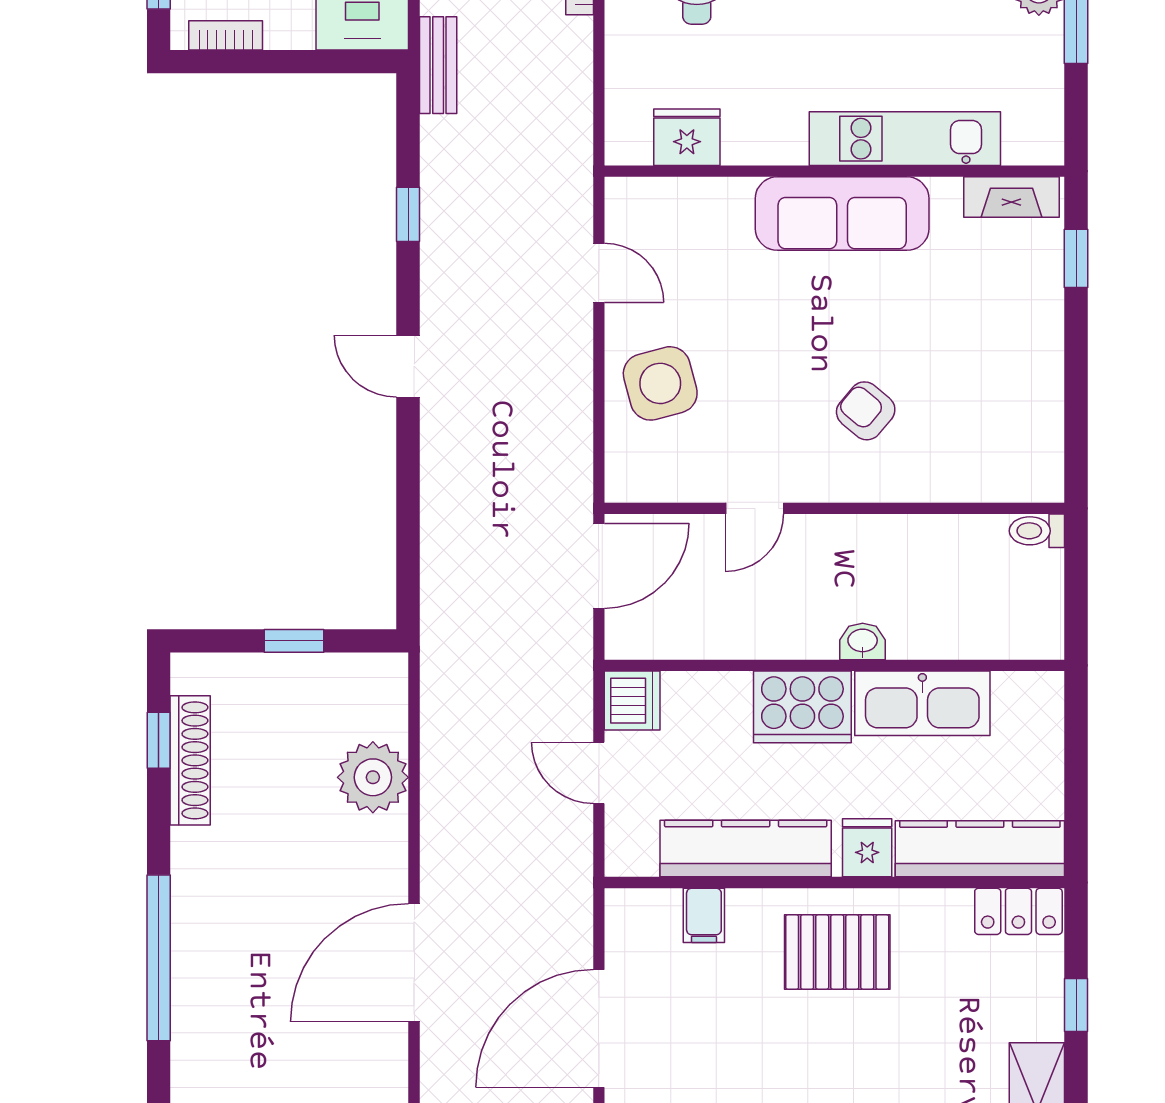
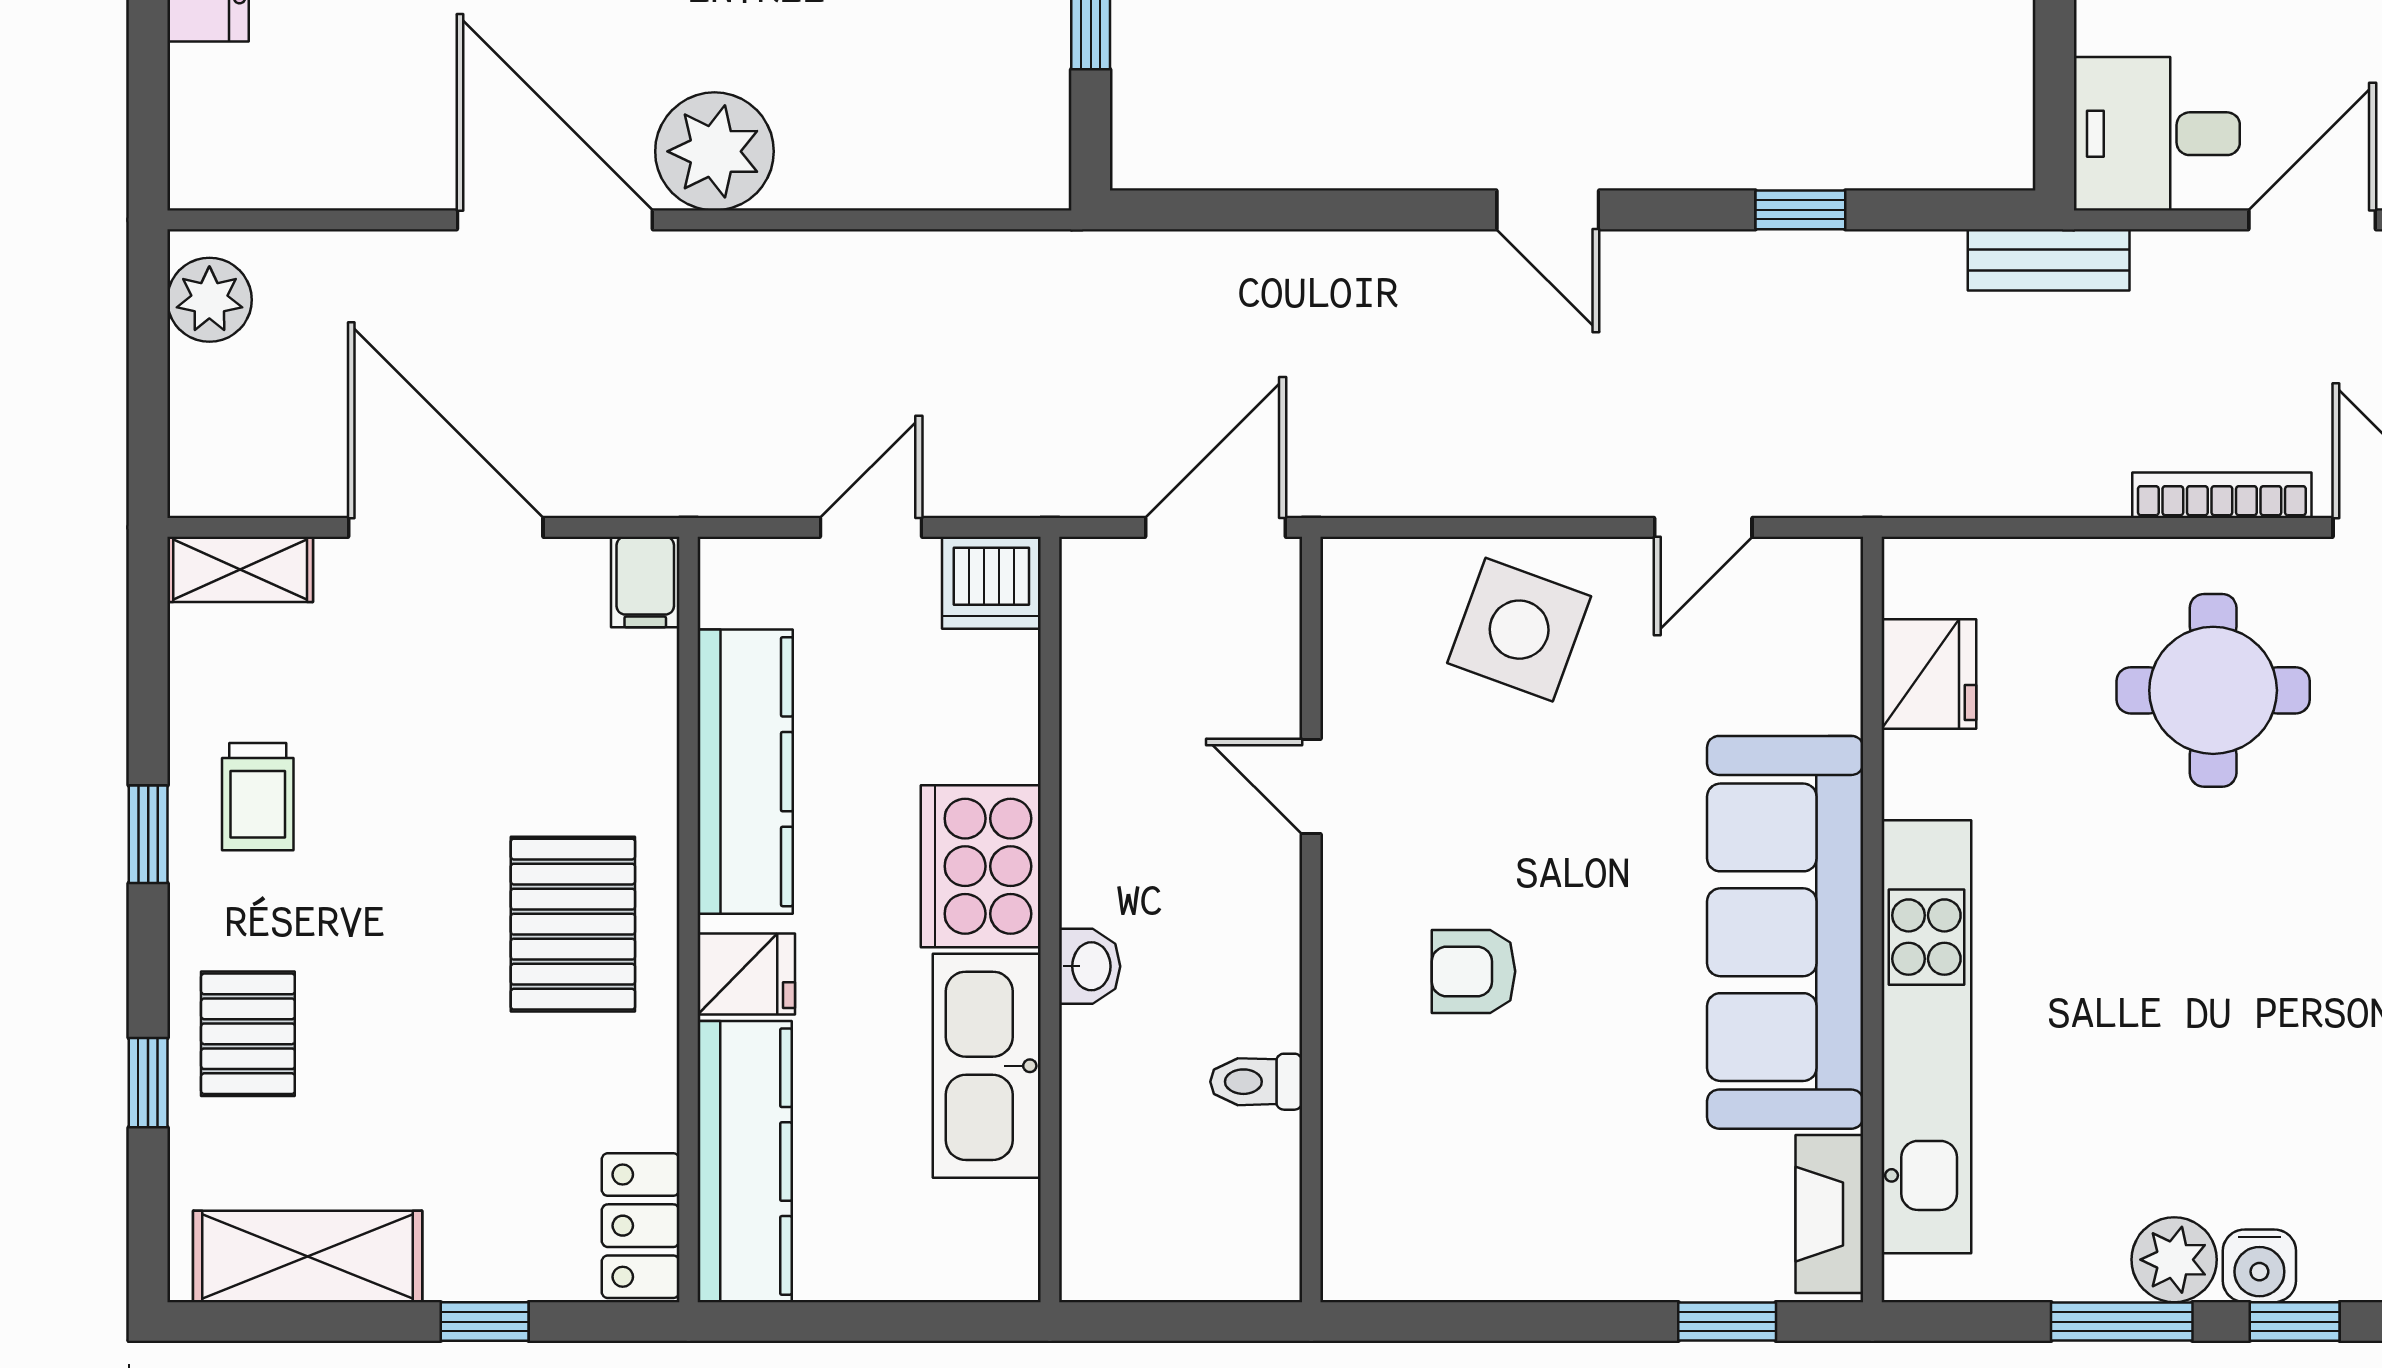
kitchen unit: (905, 139) -> (1926, 1037), width x1.36
sofa: (842, 214) -> (1785, 932), width x1.36, depth x1.27
door: (408, 366) -> (1548, 210), swing flipped
side table: (660, 383) -> (1519, 630), turned 35
armchair: (866, 411) -> (1473, 971), turned -130
toilet: (1037, 531) -> (1256, 1082), moved, turned -90
door: (599, 566) -> (1216, 527), swing flipped
plant: (373, 777) -> (714, 151), moved
filing cabinet: (704, 915) -> (645, 582), moved, turned -90

